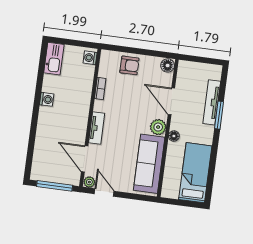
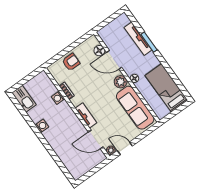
washing machine: (90, 58) -> (58, 98), moved
floor lamp: (168, 65) -> (99, 51), moved
window: (55, 186) -> (93, 171), removed

